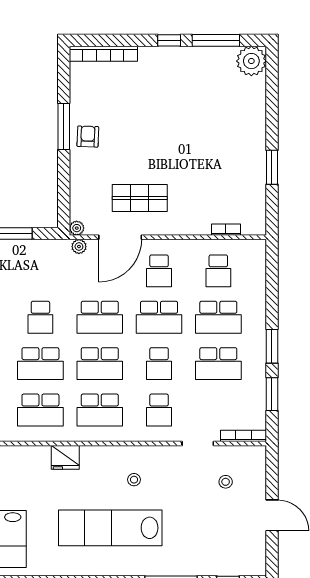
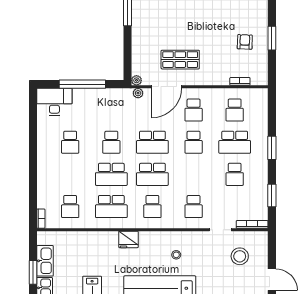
armchair: (88, 137) -> (245, 42), moved
school desk: (159, 317) -> (194, 142), width x0.54
window: (272, 346) -> (272, 148), moved
school desk: (159, 364) -> (194, 174), removed
school desk: (218, 364) -> (235, 174), width x0.54
school desk: (100, 410) -> (152, 207), width x0.54
stool: (226, 482) -> (240, 256), width x1.89, depth x1.89

